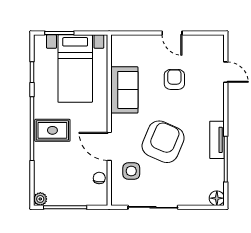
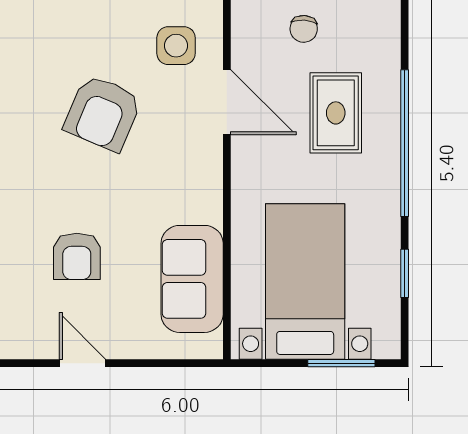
sofa: (124, 90) -> (192, 279), moved
rug: (52, 130) -> (336, 113), moved, turned 90
armchair: (163, 142) -> (103, 113), width x0.73, depth x0.73
chair: (99, 178) -> (304, 29), moved

